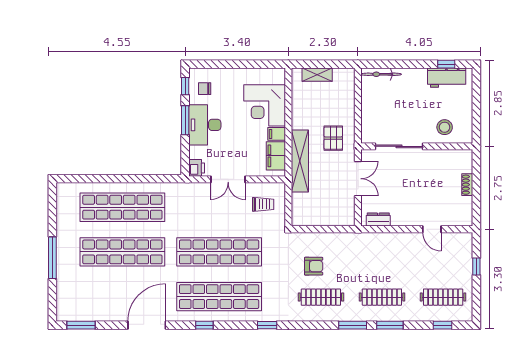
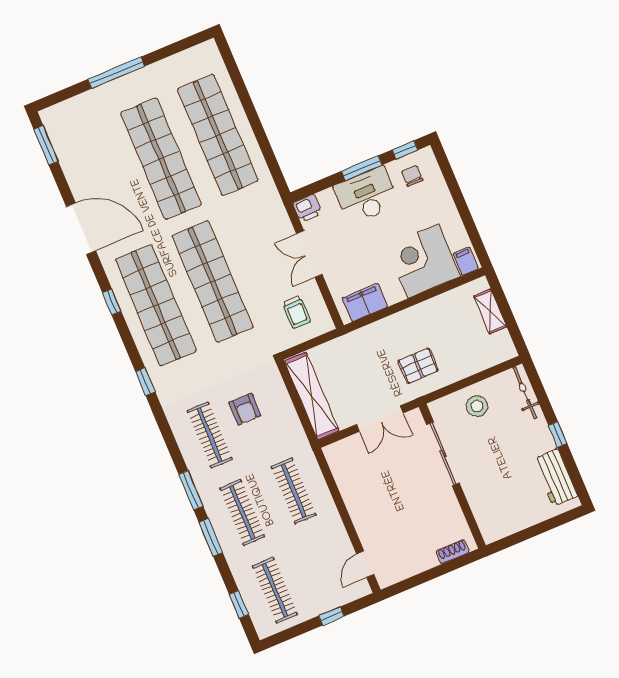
window: (446, 64) -> (558, 434), moved
stool: (445, 127) -> (477, 406), moved
filing cabinet: (277, 134) -> (466, 261), moved
shelving: (300, 161) -> (312, 396), moved, turned 90
shoe rack: (467, 185) -> (453, 552), moved
dresser: (378, 220) -> (339, 466), removed
door: (432, 229) -> (365, 564), moved
clothes rail: (382, 257) -> (294, 491), added

